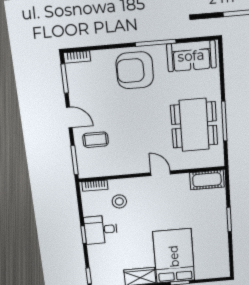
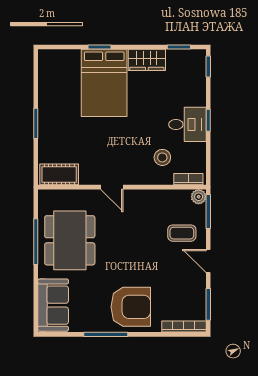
sofa: (191, 56) -> (53, 305), moved, turned 90
bookcase: (77, 57) -> (184, 327), width x1.56
plant: (84, 172) -> (199, 197), added

